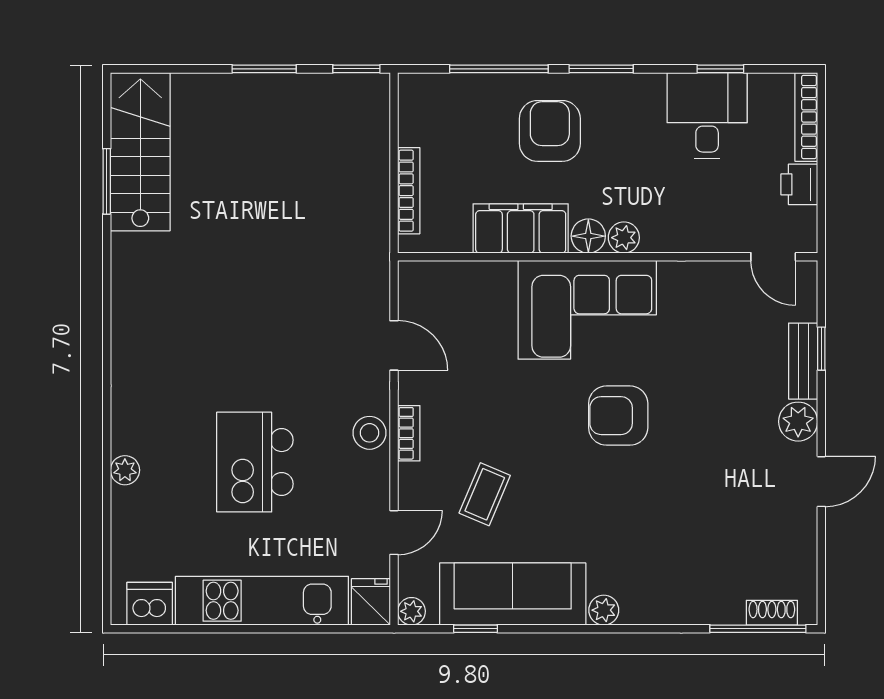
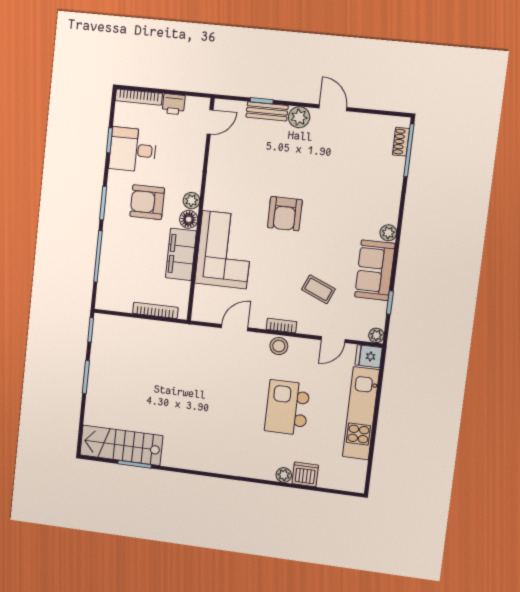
armchair: (550, 131) -> (147, 202), moved
corner sofa: (587, 310) -> (224, 250), moved
kitchen island: (255, 462) -> (287, 408), turned 90
door: (394, 533) -> (333, 340), swing flipped
sofa: (513, 594) -> (375, 270), width x0.73
dishwasher: (150, 604) -> (305, 474), moved, turned 90

